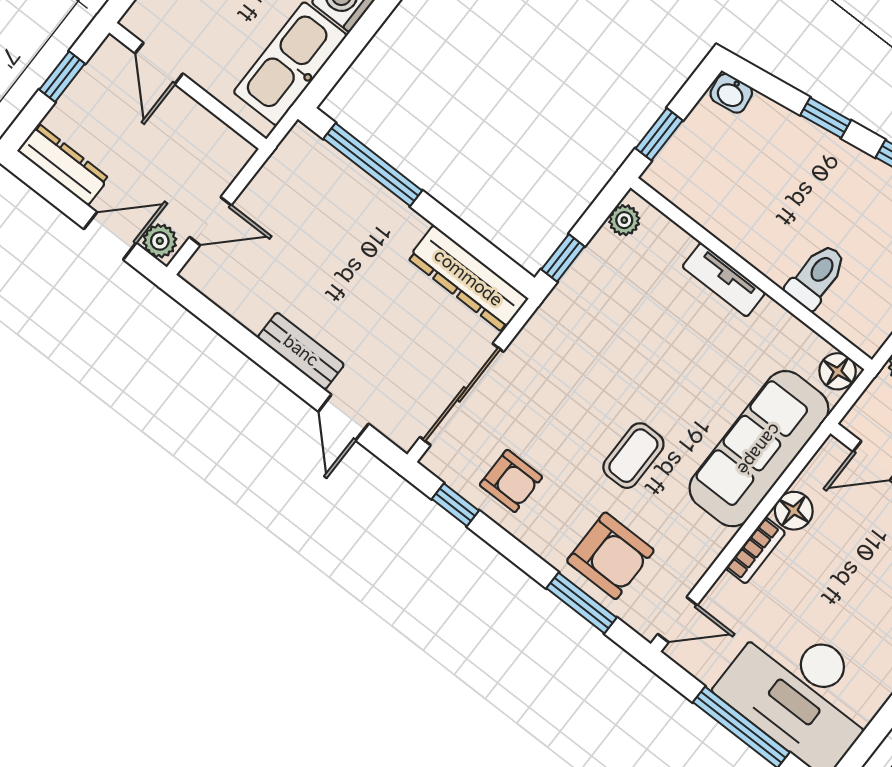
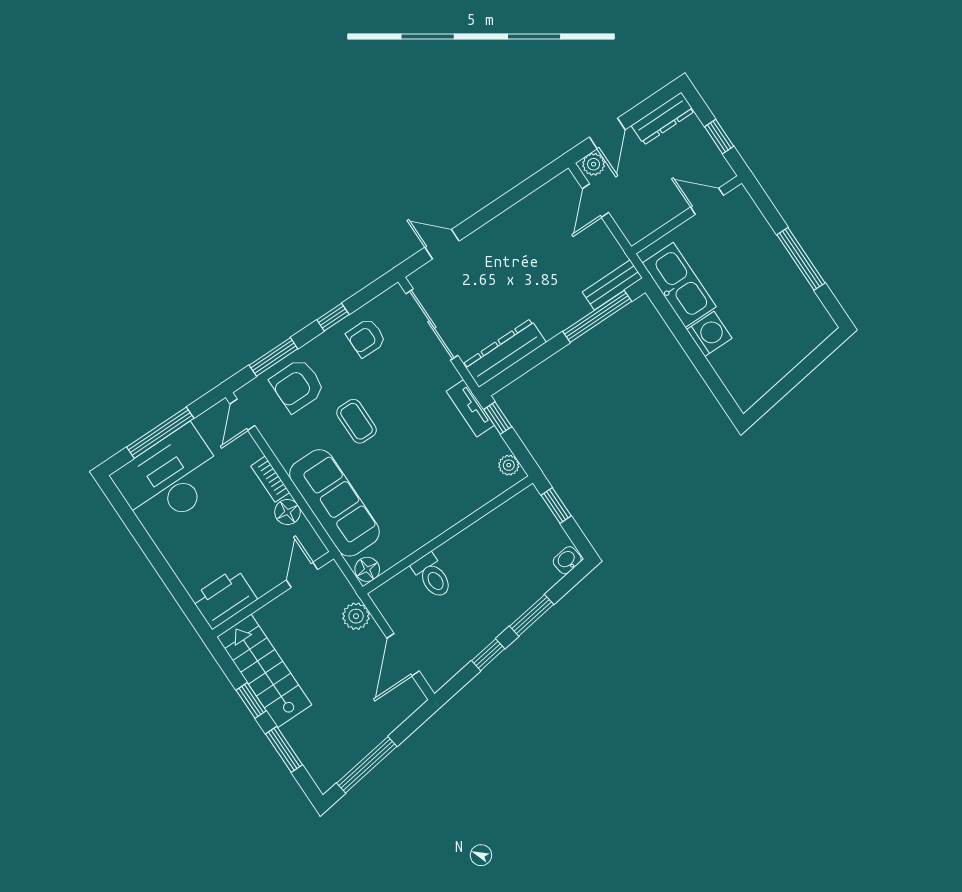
window: (826, 118) -> (532, 615), width x1.50
tv unit: (724, 280) -> (470, 408), moved, turned -90
bench: (301, 351) -> (612, 285), moved
window: (455, 505) -> (333, 317), moved

